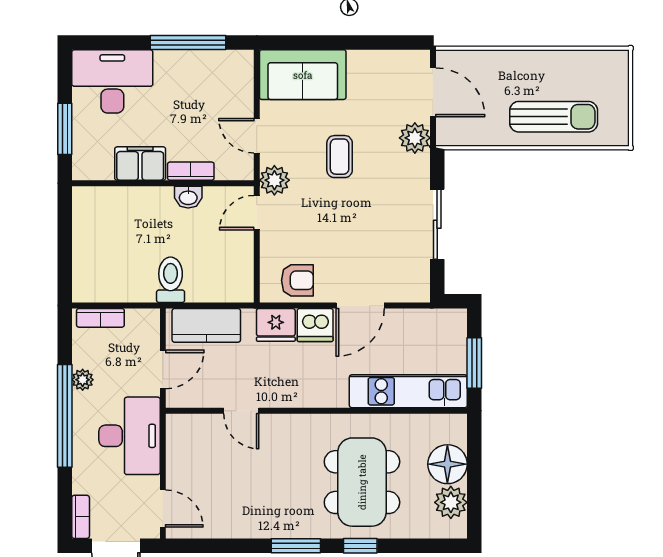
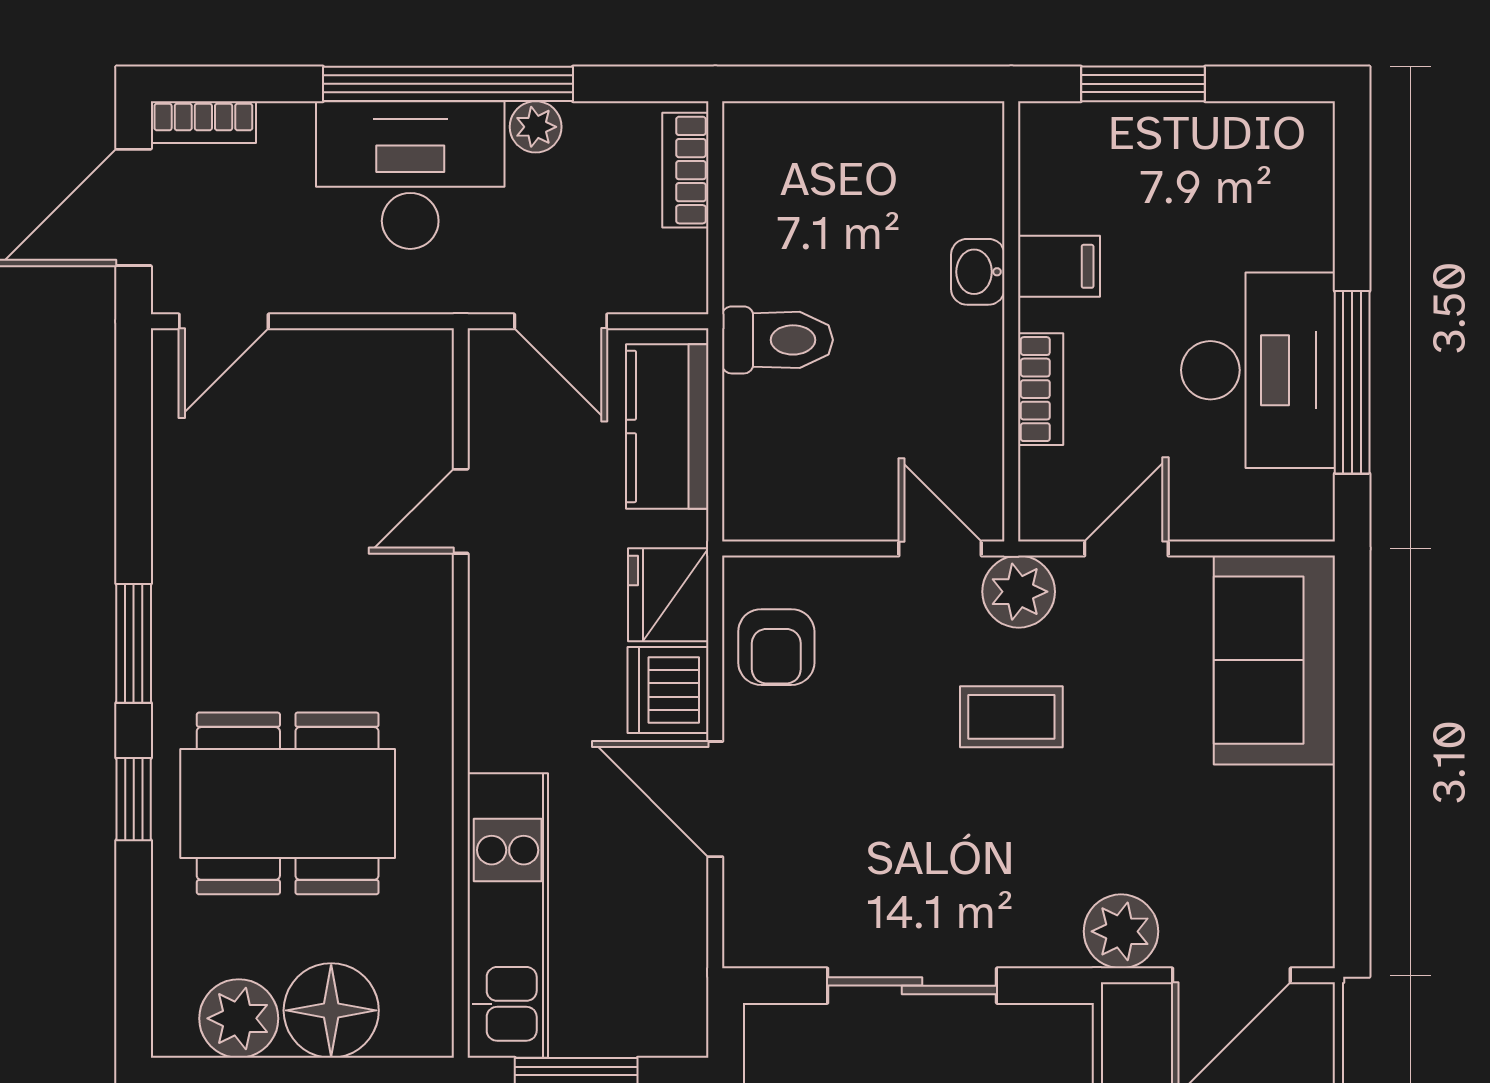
desk: (112, 81) -> (1258, 370), moved
coffee table: (340, 157) -> (1011, 717), moved
filing cabinet: (140, 164) -> (1059, 266), width x0.50
washbasin: (188, 197) -> (978, 272), moved
desk: (129, 436) -> (410, 175), moved, turned 180

